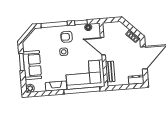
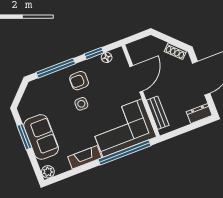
door: (103, 46) -> (136, 79), swing flipped

